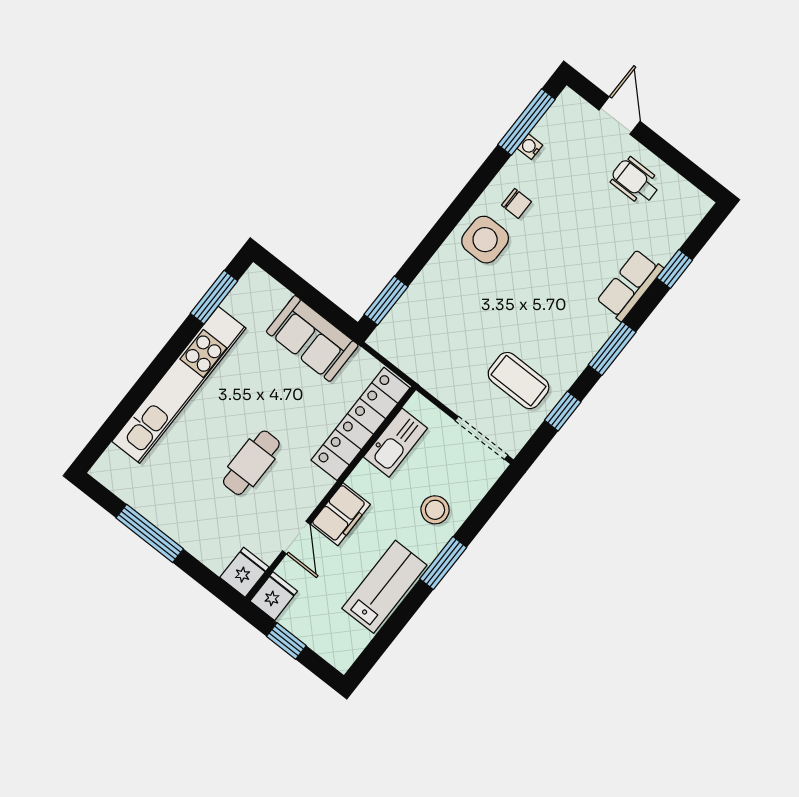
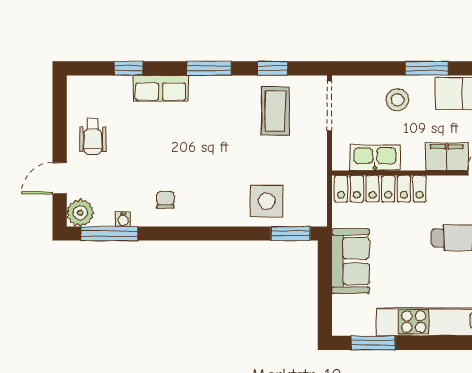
plant: (570, 109) -> (80, 213), added
side table: (485, 240) -> (267, 201), moved

